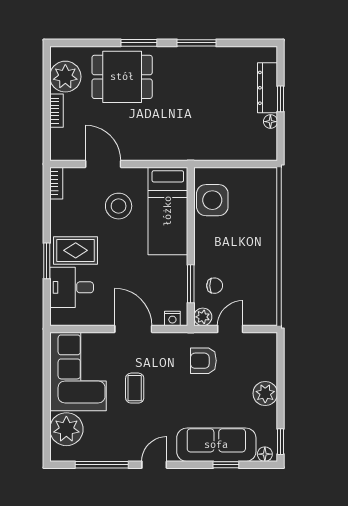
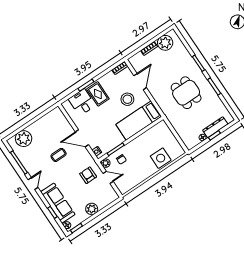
dining table: (122, 77) -> (186, 93), moved
side table: (212, 200) -> (161, 158), moved
door: (133, 329) -> (82, 138), swing flipped
corner sofa: (78, 371) -> (50, 128), removed
door: (154, 465) -> (33, 183), hinge flipped

